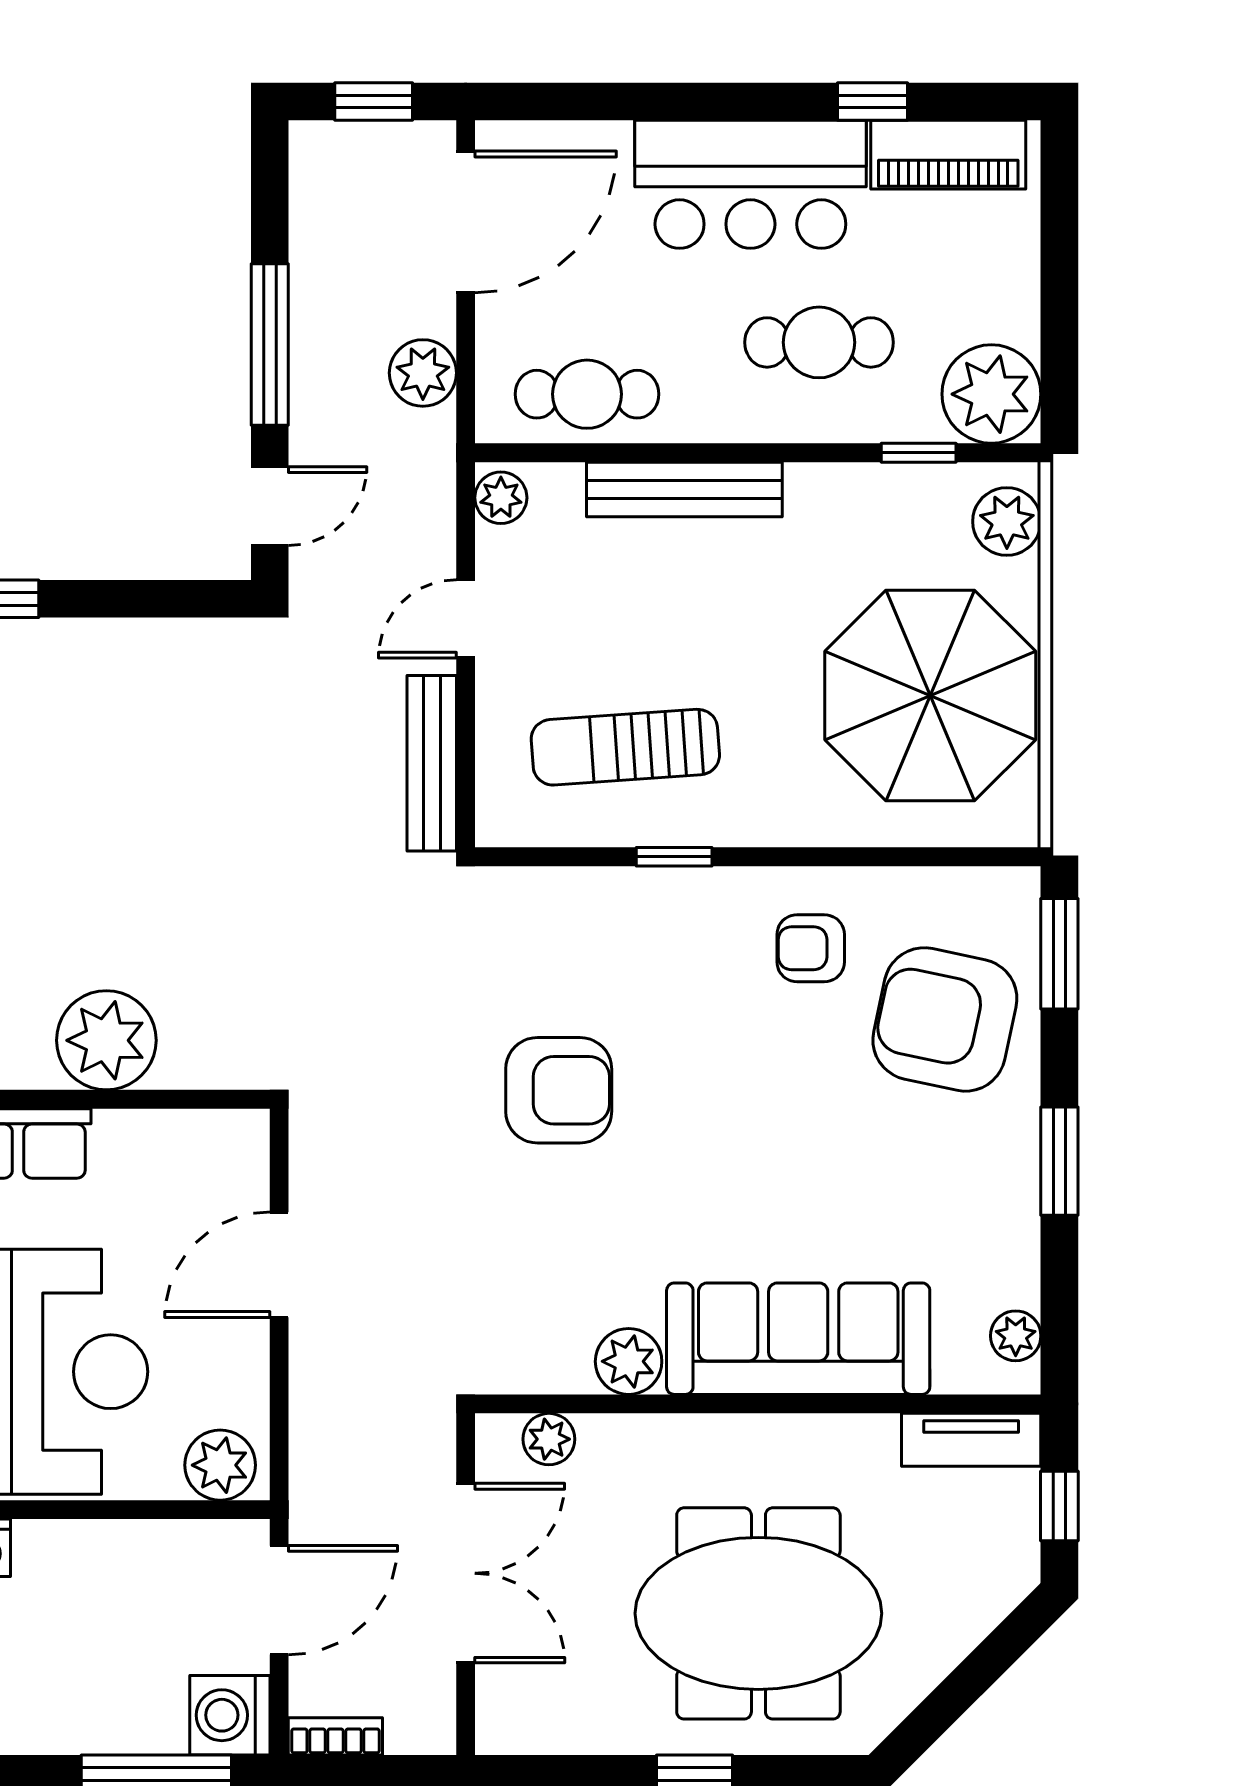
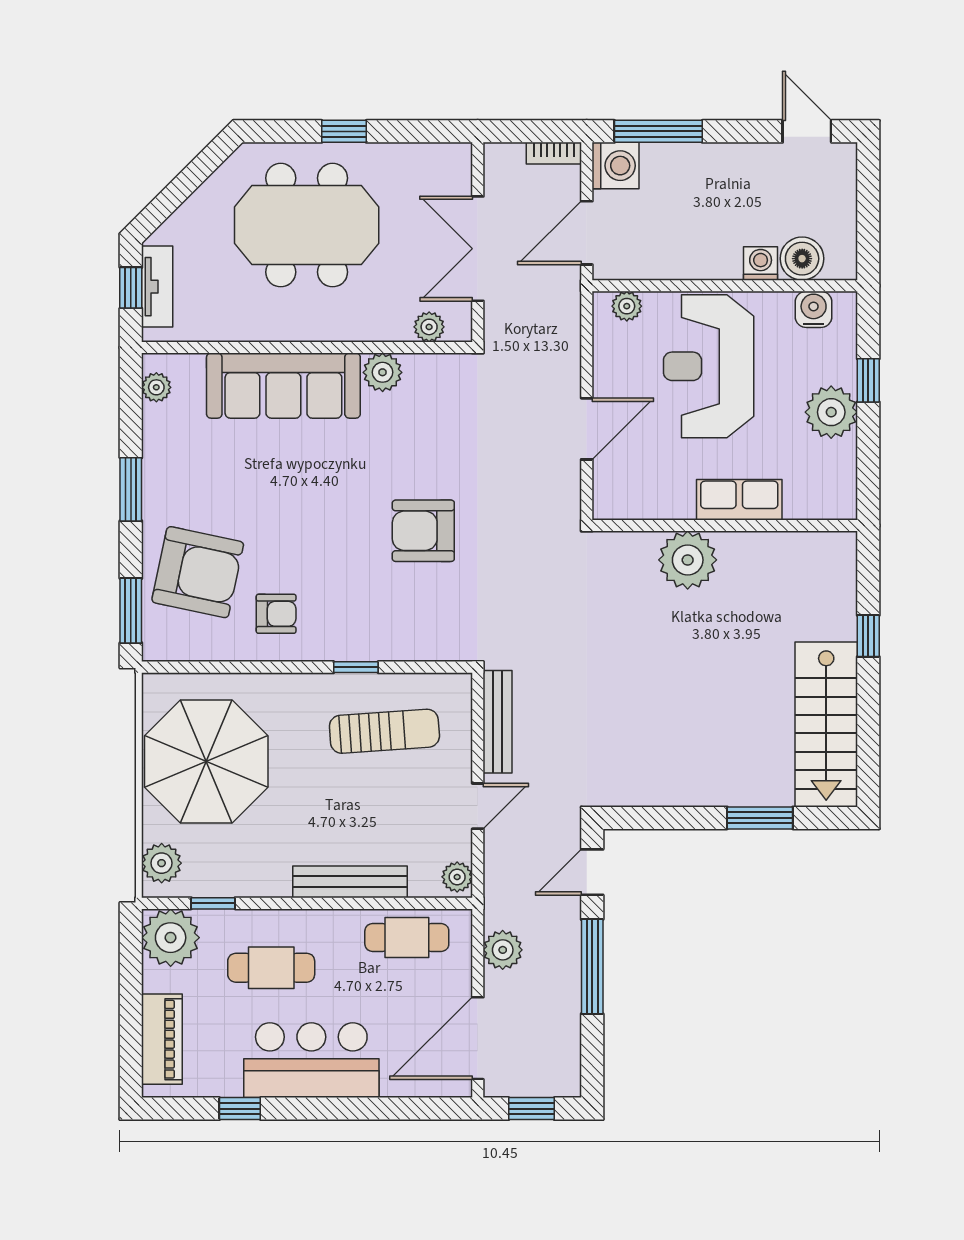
piano: (948, 155) -> (162, 1039), moved, turned 90
tv unit: (971, 1440) -> (157, 287), moved, turned 90
plant: (220, 1465) -> (627, 306), width x0.73, depth x0.73

